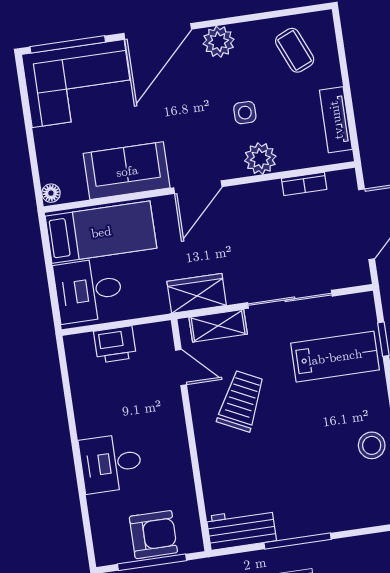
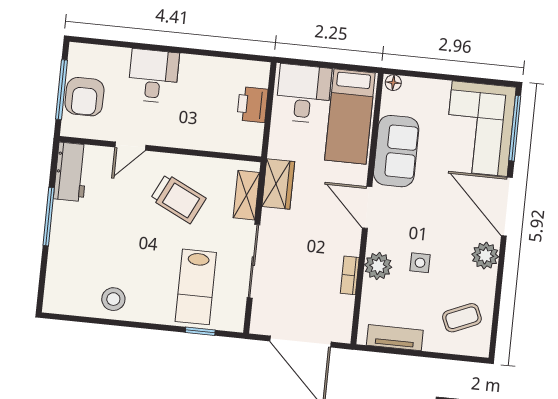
bookcase: (304, 184) -> (350, 275), moved
door: (181, 368) -> (130, 146), moved

